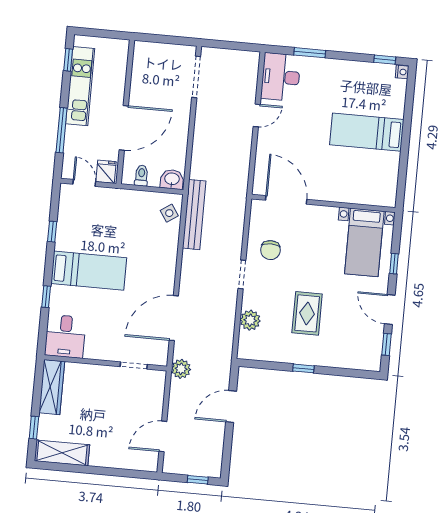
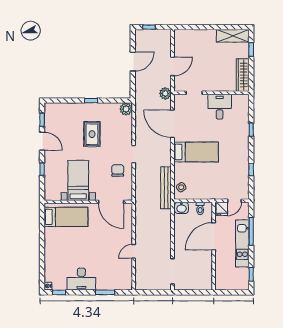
desk: (281, 77) -> (81, 279), moved, turned 90
kitchen unit: (80, 86) -> (242, 243), moved
bed: (367, 132) -> (66, 217), moved
door: (84, 183) -> (234, 201), hinge flipped
bed with nightstands: (364, 242) -> (78, 180), moved
bed: (89, 271) -> (196, 152), moved, turned 180
door: (174, 318) -> (173, 124), swing flipped
plant: (250, 320) -> (126, 109), moved
desk: (65, 336) -> (220, 107), moved
door: (231, 406) -> (133, 62), moved
door: (163, 436) -> (173, 66), moved

